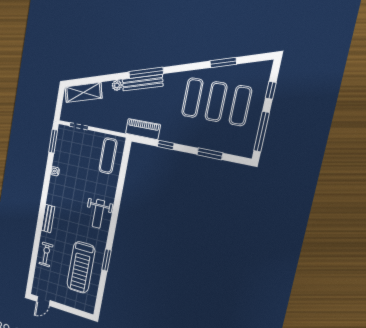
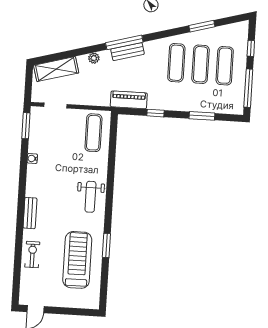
bench: (142, 83) -> (127, 52), width x0.73
treadmill: (81, 267) -> (77, 260), turned 180

